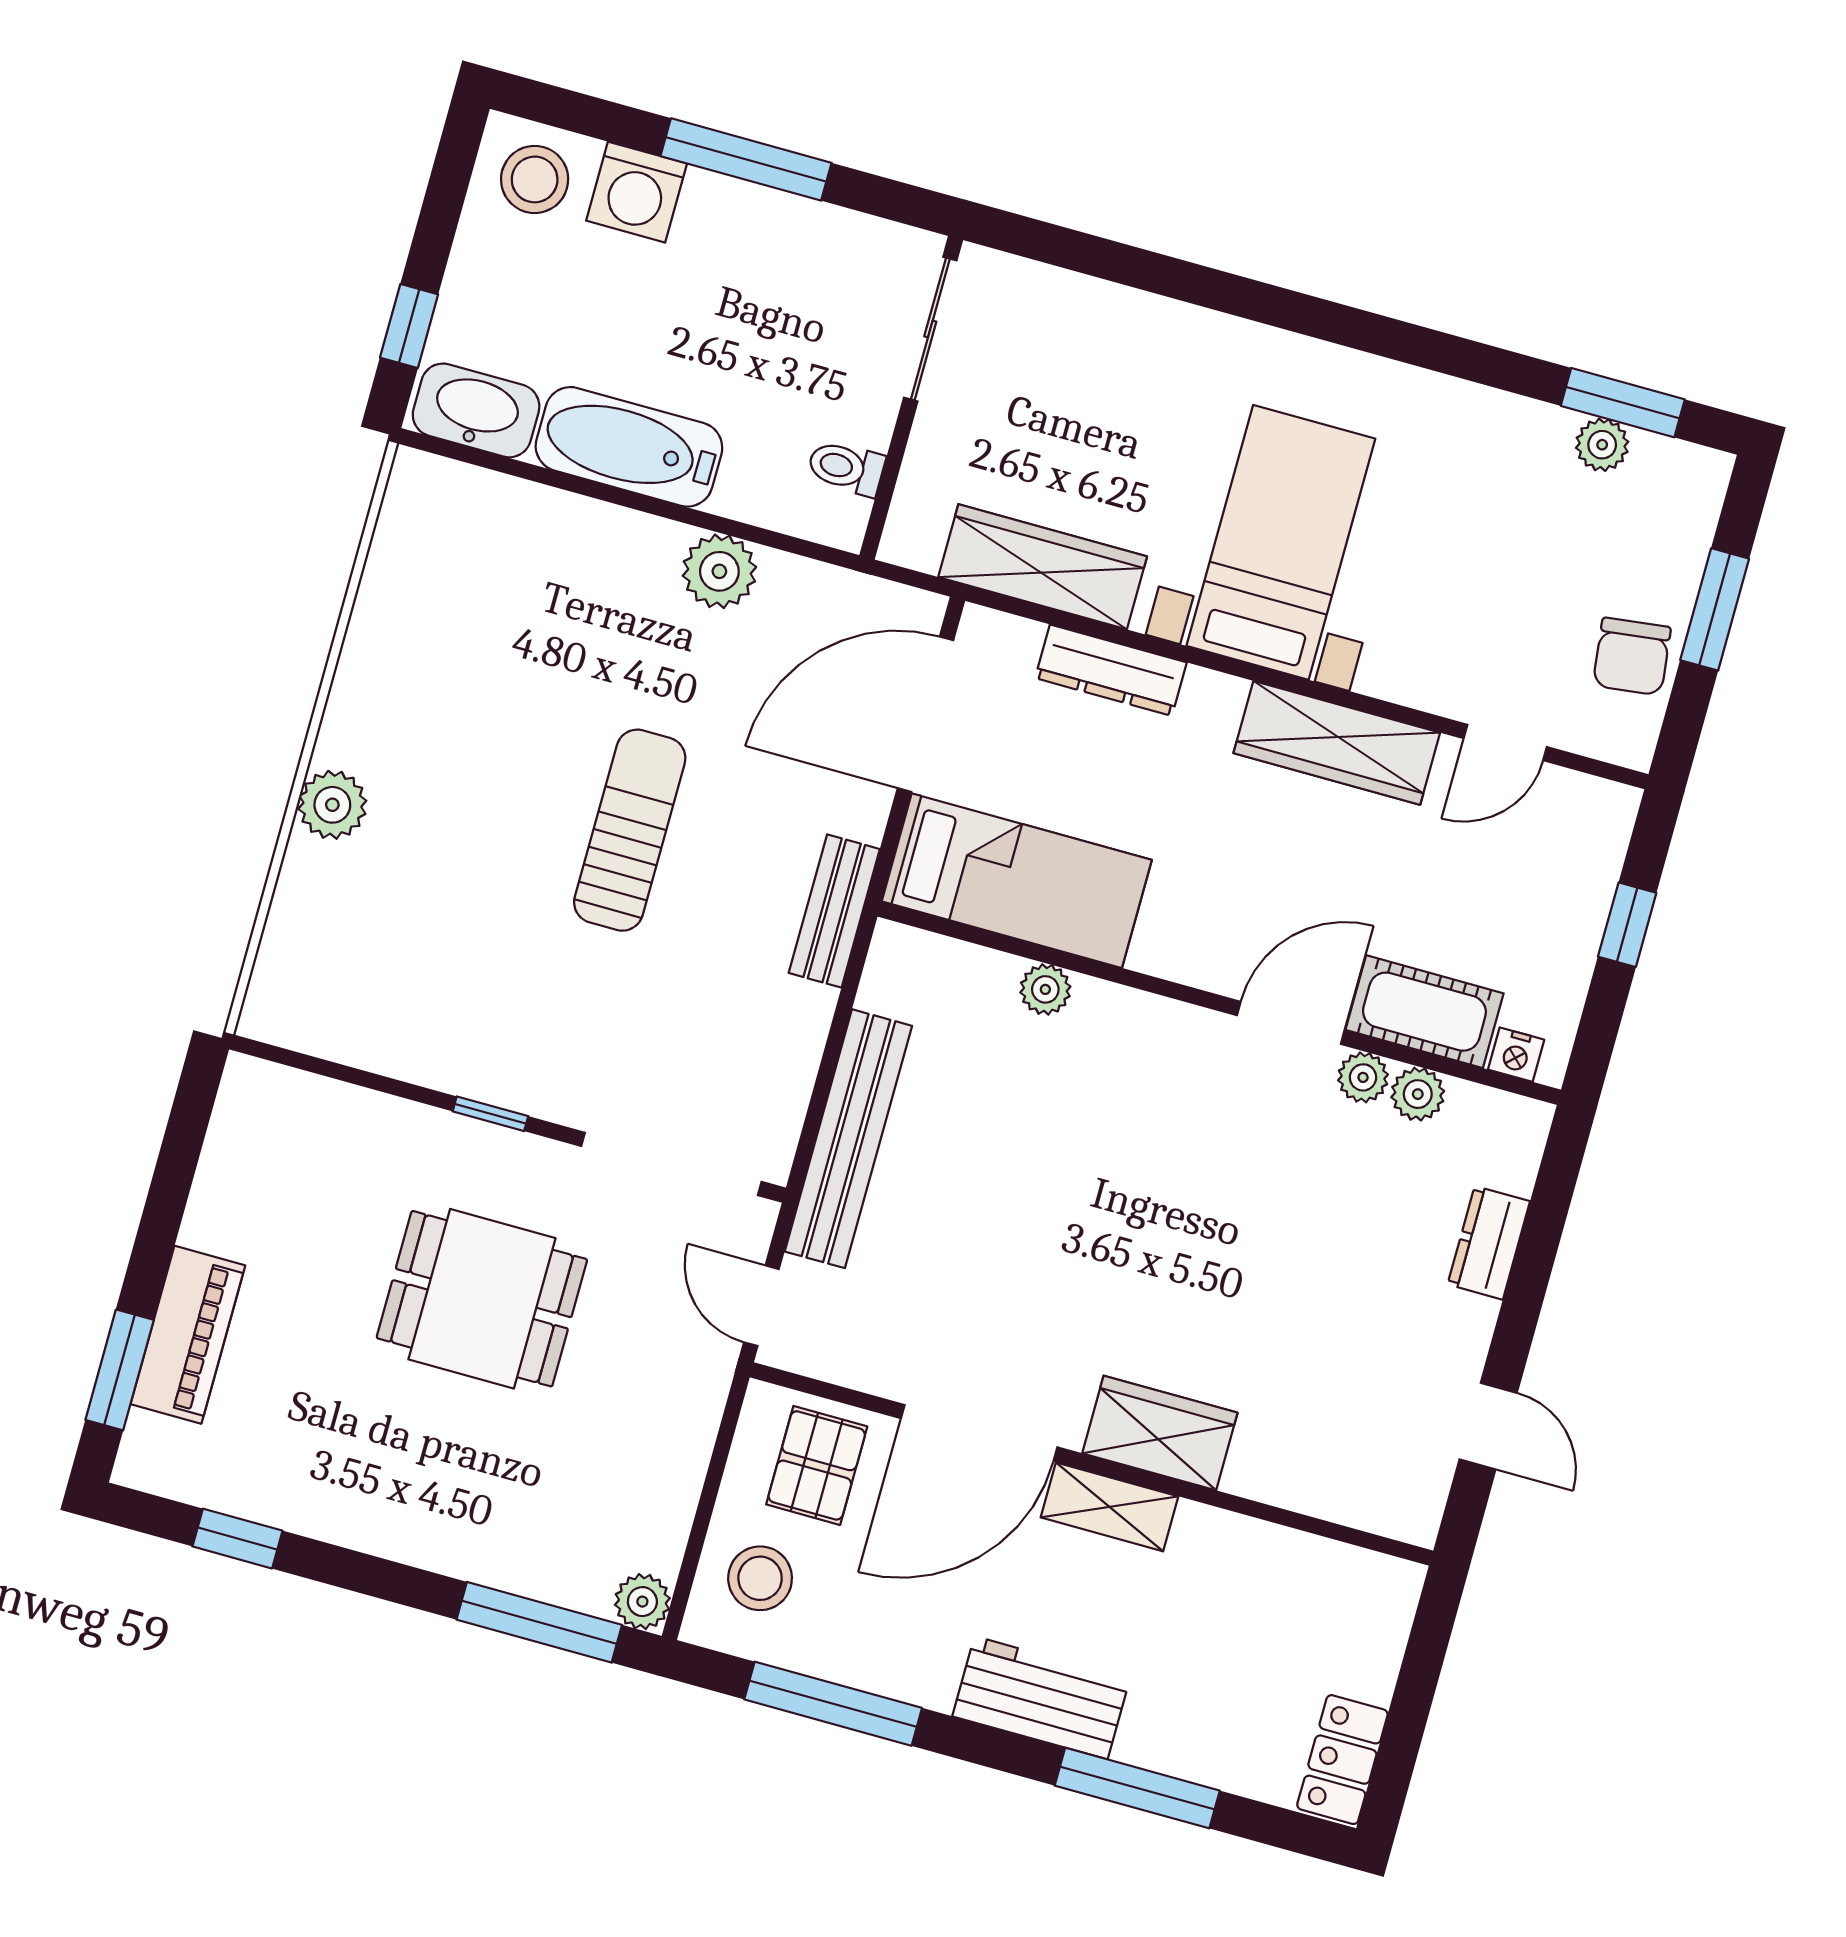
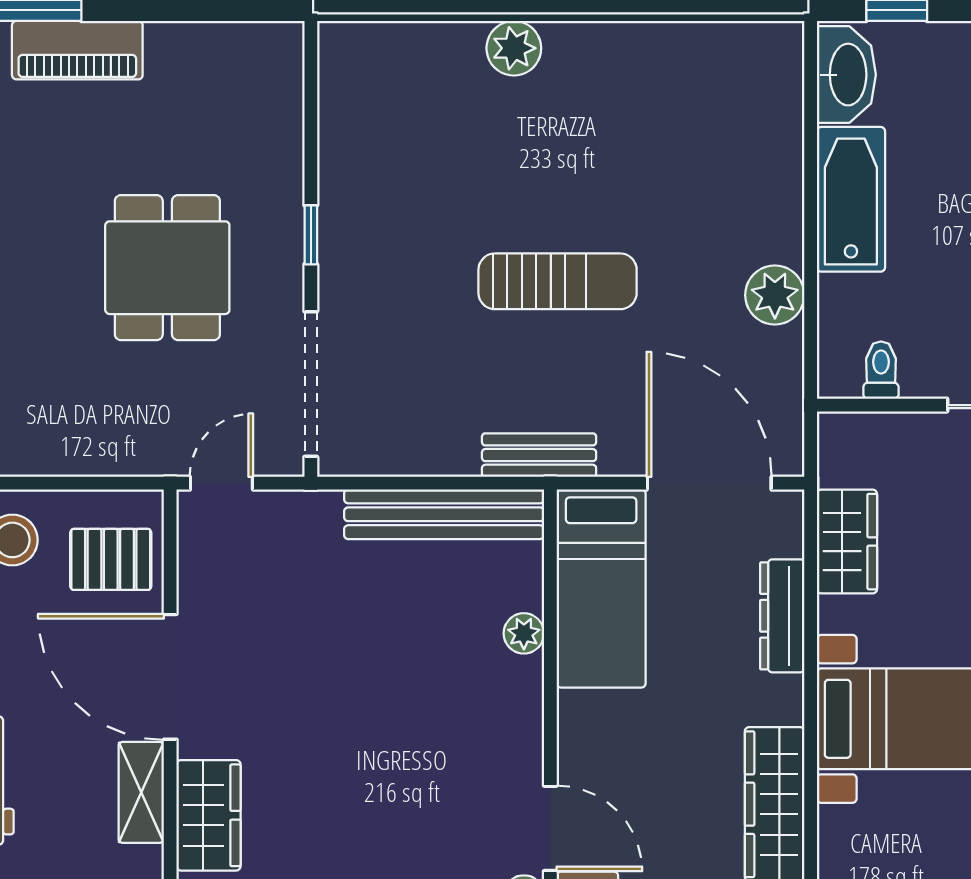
wardrobe: (1043, 567) -> (847, 542), width x0.67
bench: (848, 1139) -> (444, 514), moved

